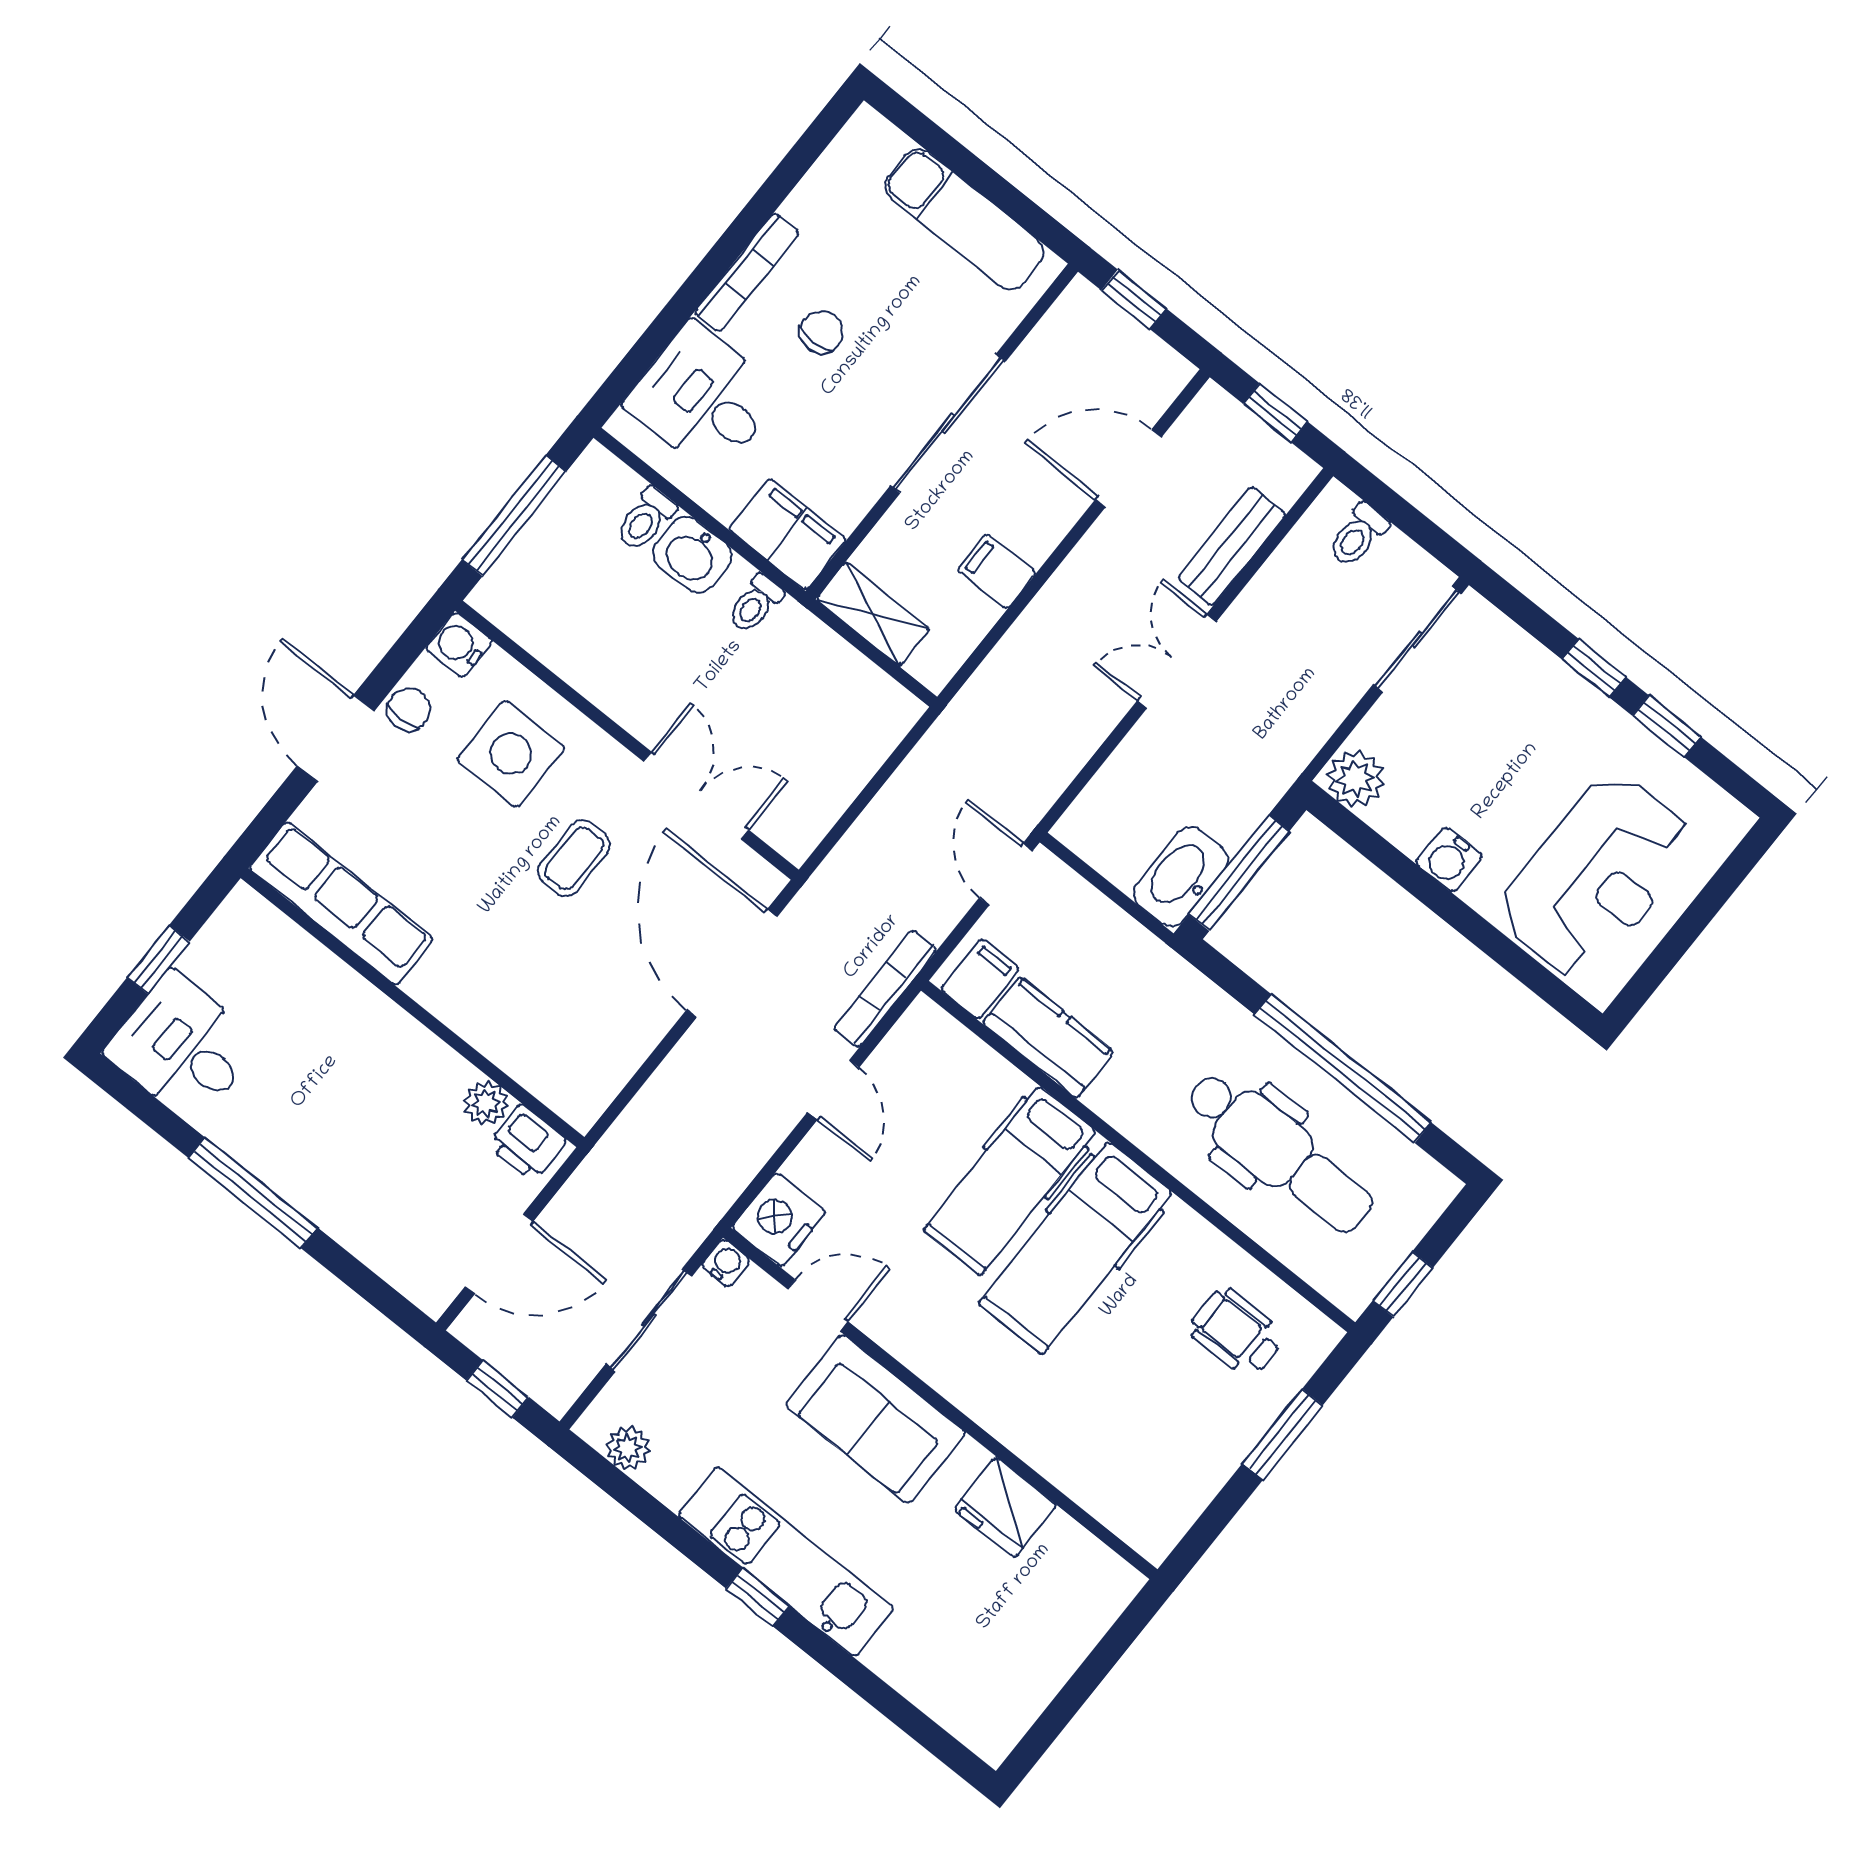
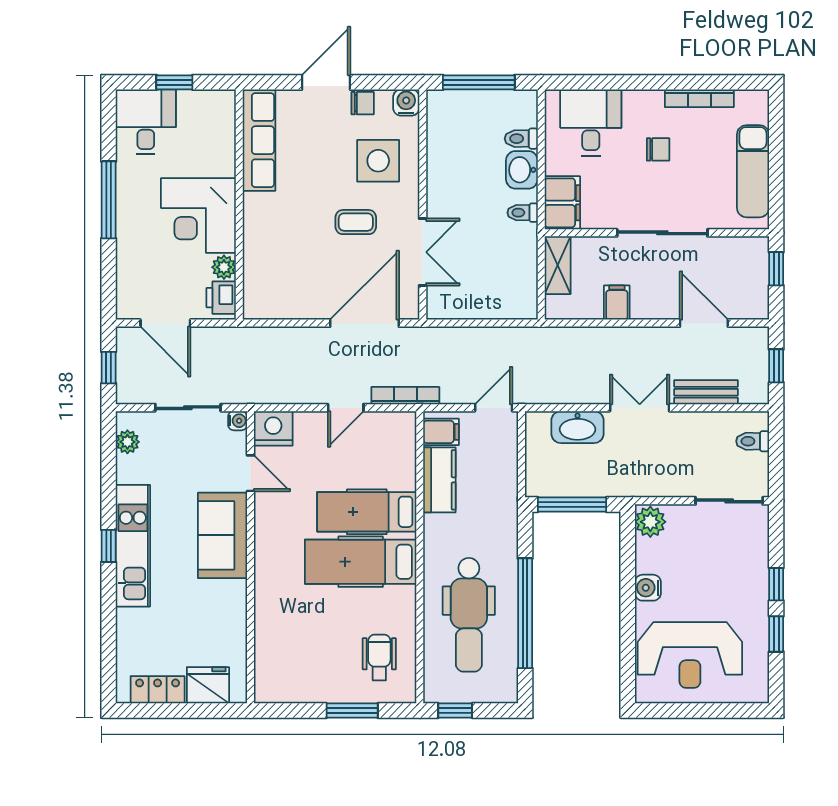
bookcase: (747, 272) -> (699, 98), moved
washbasin: (1181, 877) -> (578, 427), moved, turned 180
corner desk: (381, 1080) -> (198, 215), added
fridge: (1005, 1507) -> (208, 685), moved, turned 90
locker: (1025, 1694) -> (158, 690), added

